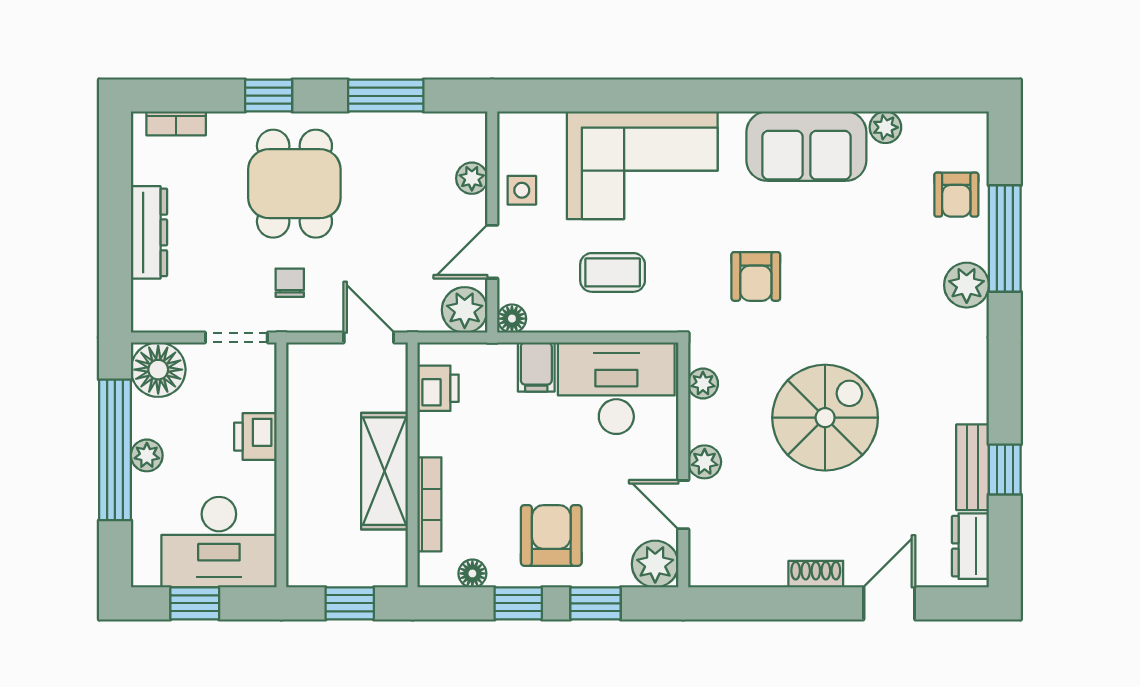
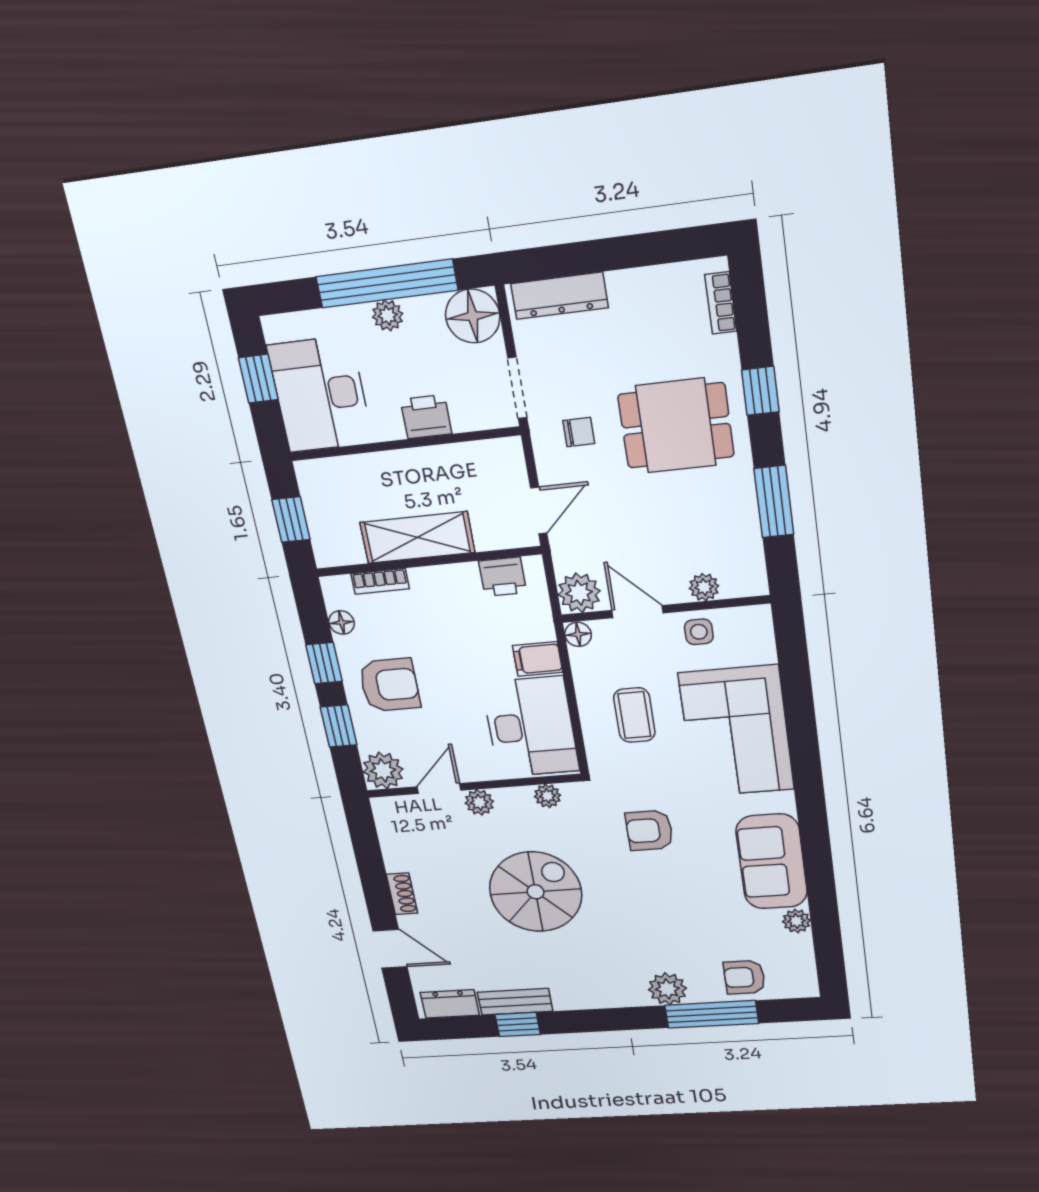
dresser: (149, 232) -> (559, 296), moved
spiral stairs: (825, 418) -> (536, 892), turned -90
bookcase: (429, 504) -> (380, 581), width x0.64

